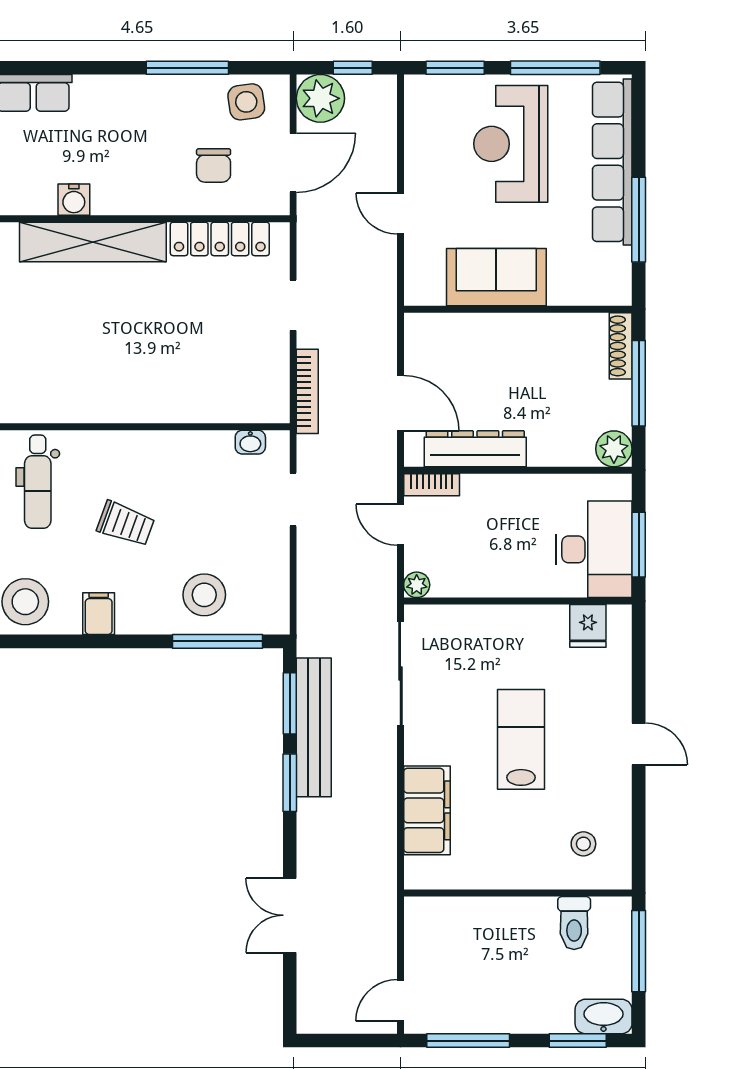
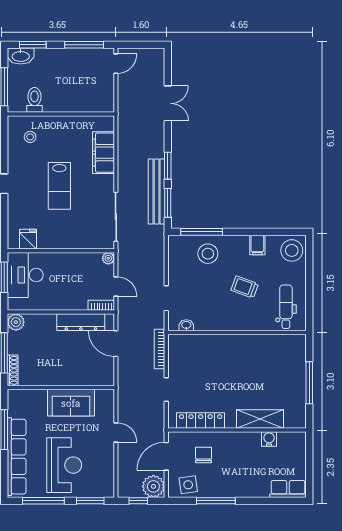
shelving: (93, 242) -> (260, 419), width x0.68

